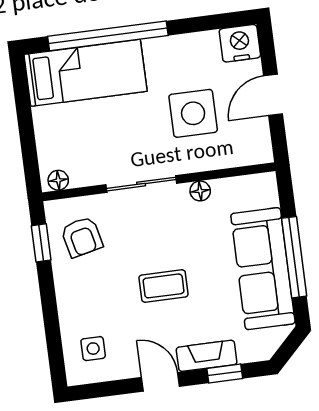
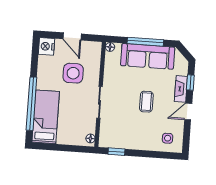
floor lamp: (200, 191) -> (110, 47), moved
armchair: (82, 237) -> (117, 133), removed

